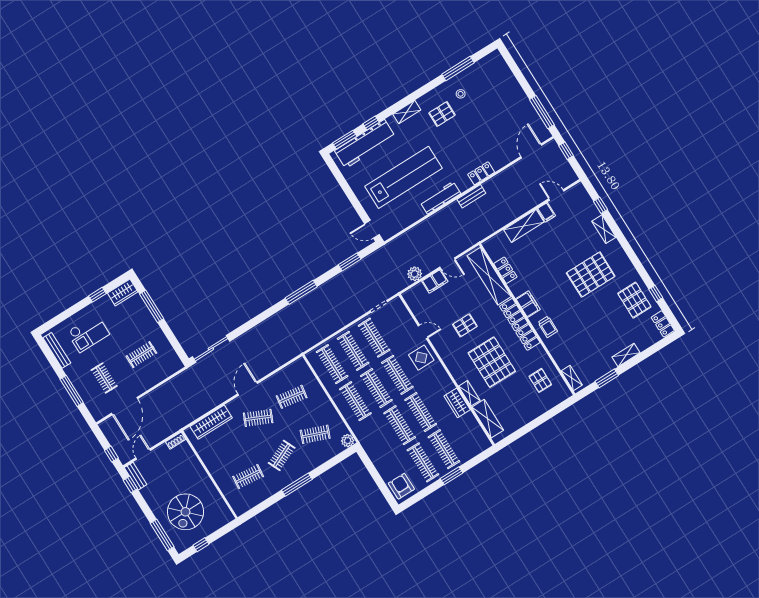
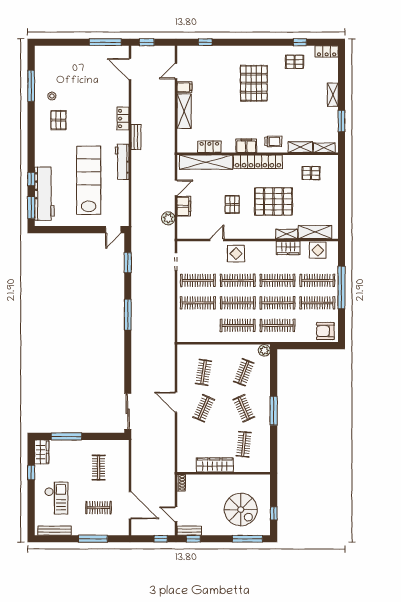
shelving: (407, 112) -> (40, 146), removed
shelving: (604, 229) -> (300, 147), moved
pallet: (634, 300) -> (295, 62), width x0.67, depth x0.71
clothes rail: (332, 364) -> (277, 325), moved
wardrobe: (211, 422) -> (215, 465), moved, turned -90
display table: (472, 432) -> (318, 250), added
window: (451, 476) -> (341, 287), width x2.11

